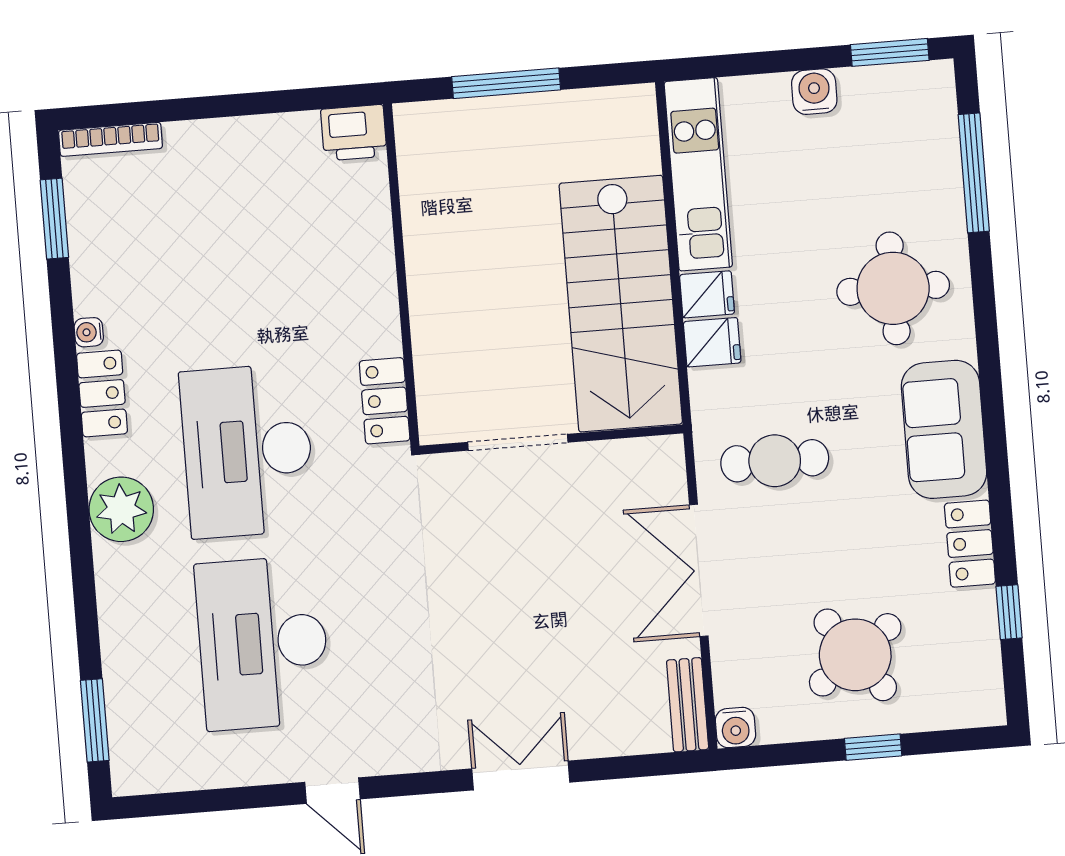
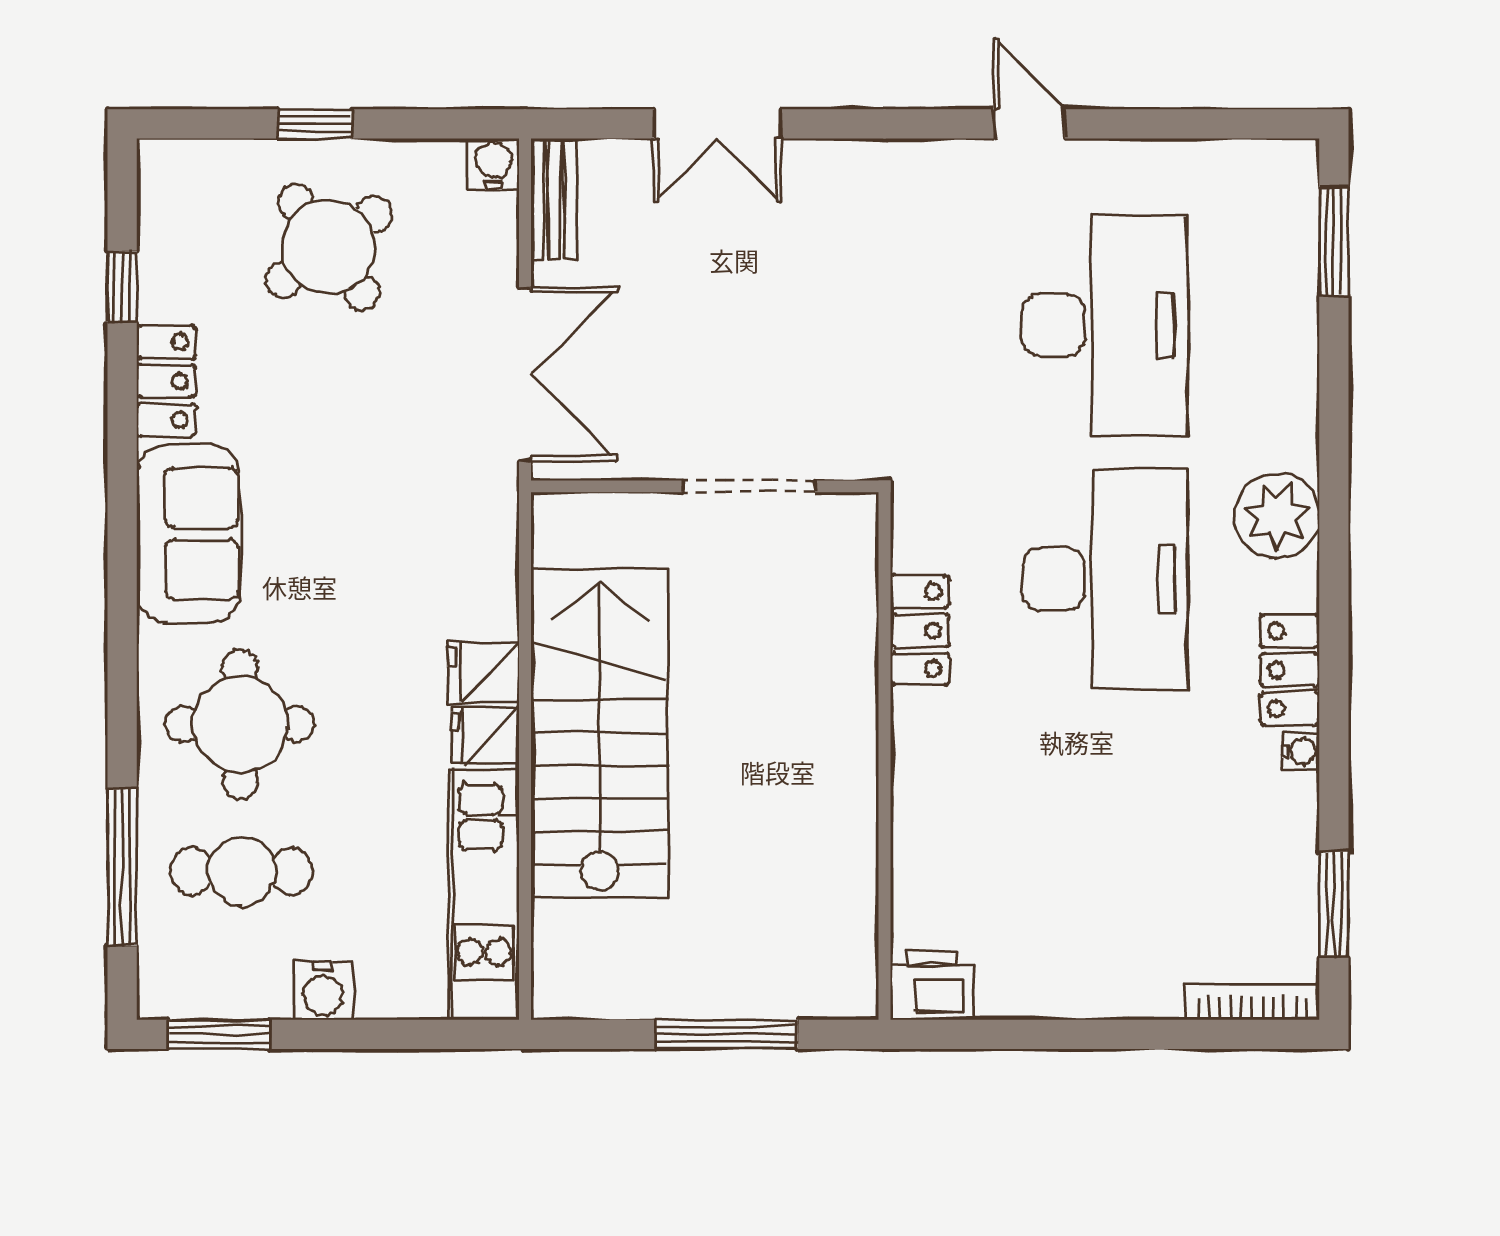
wall: (551, 440) -> (705, 486), moved
doorway: (518, 442) -> (749, 486), moved
cafe table: (775, 461) -> (242, 871), moved
double door: (521, 775) -> (718, 124), moved

